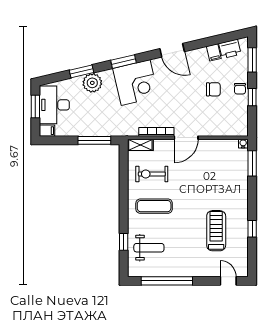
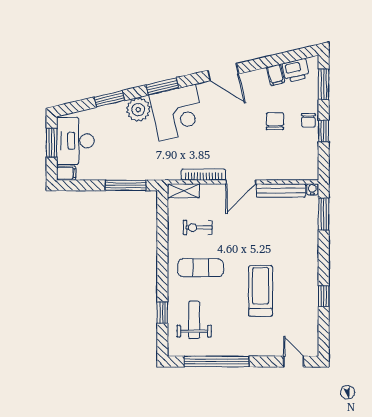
plant: (92, 83) -> (138, 110), moved
chair: (213, 89) -> (275, 121), turned -90
bench: (218, 144) -> (281, 190), added
exercise bike: (152, 174) -> (198, 227), width x0.73, depth x0.72
treadmill: (216, 231) -> (261, 291), moved
weight bench: (149, 248) -> (194, 320), turned -90

